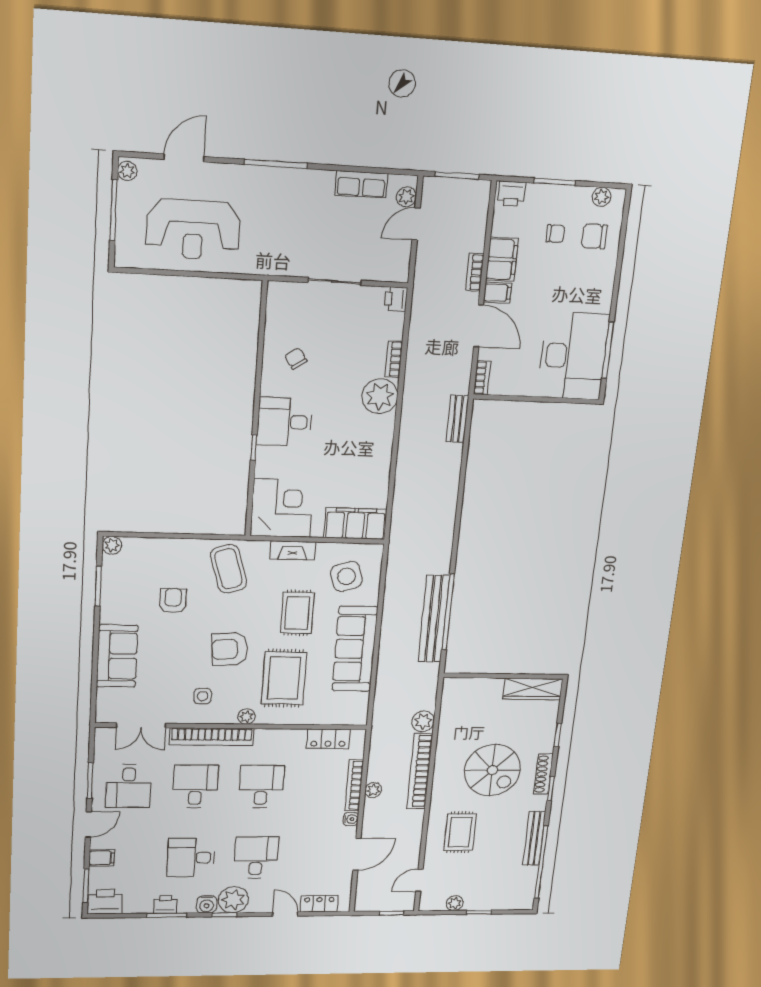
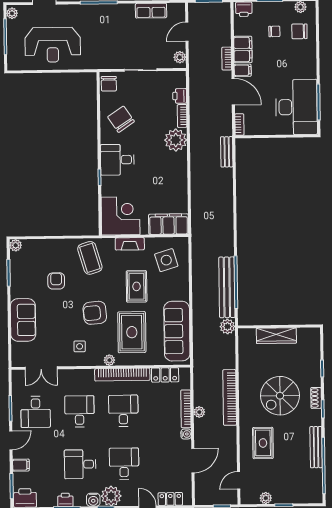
plant: (406, 197) -> (180, 57), moved
printer: (396, 299) -> (180, 96), moved
chair: (281, 300) -> (109, 84), added
chair: (296, 359) -> (121, 119), width x1.87, depth x1.87
sofa: (355, 649) -> (177, 331), moved
wardrobe: (533, 689) -> (276, 336), moved
plant: (423, 721) -> (227, 326), moved
bookcase: (212, 737) -> (122, 375), moved
spiral stairs: (492, 770) -> (280, 396), turned 90
shoe rack: (543, 774) -> (316, 398), width x0.70

